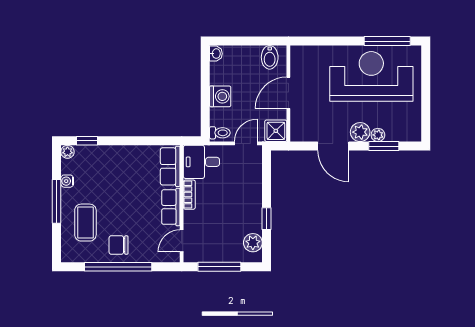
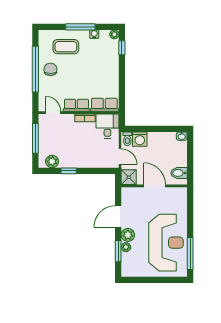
washing machine: (220, 96) -> (140, 139), moved

